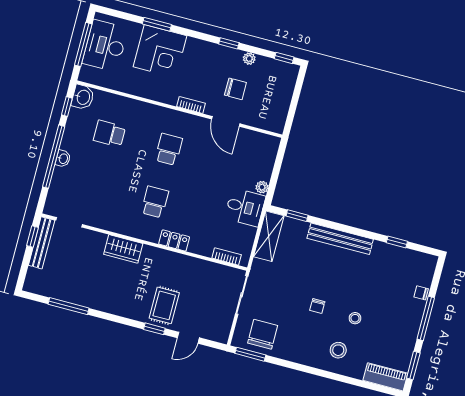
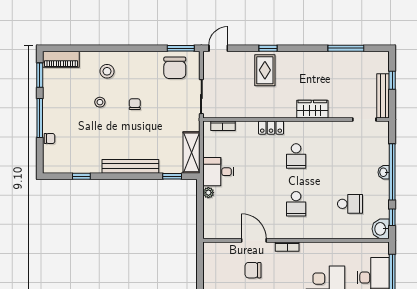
window: (33, 236) -> (392, 80), moved
door: (188, 338) -> (218, 48), moved

